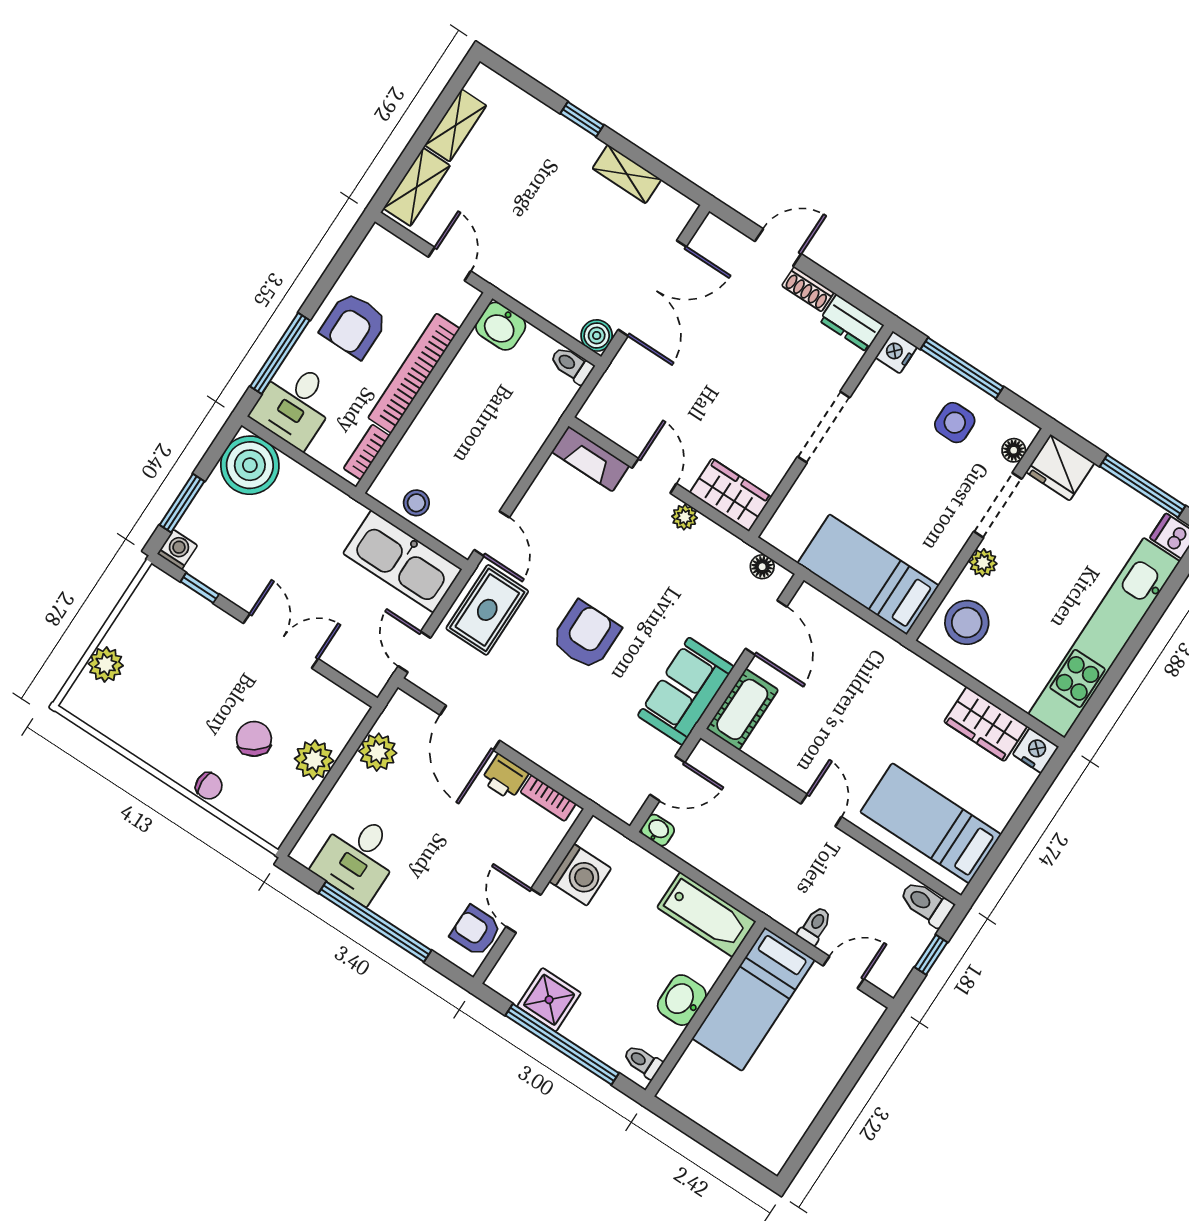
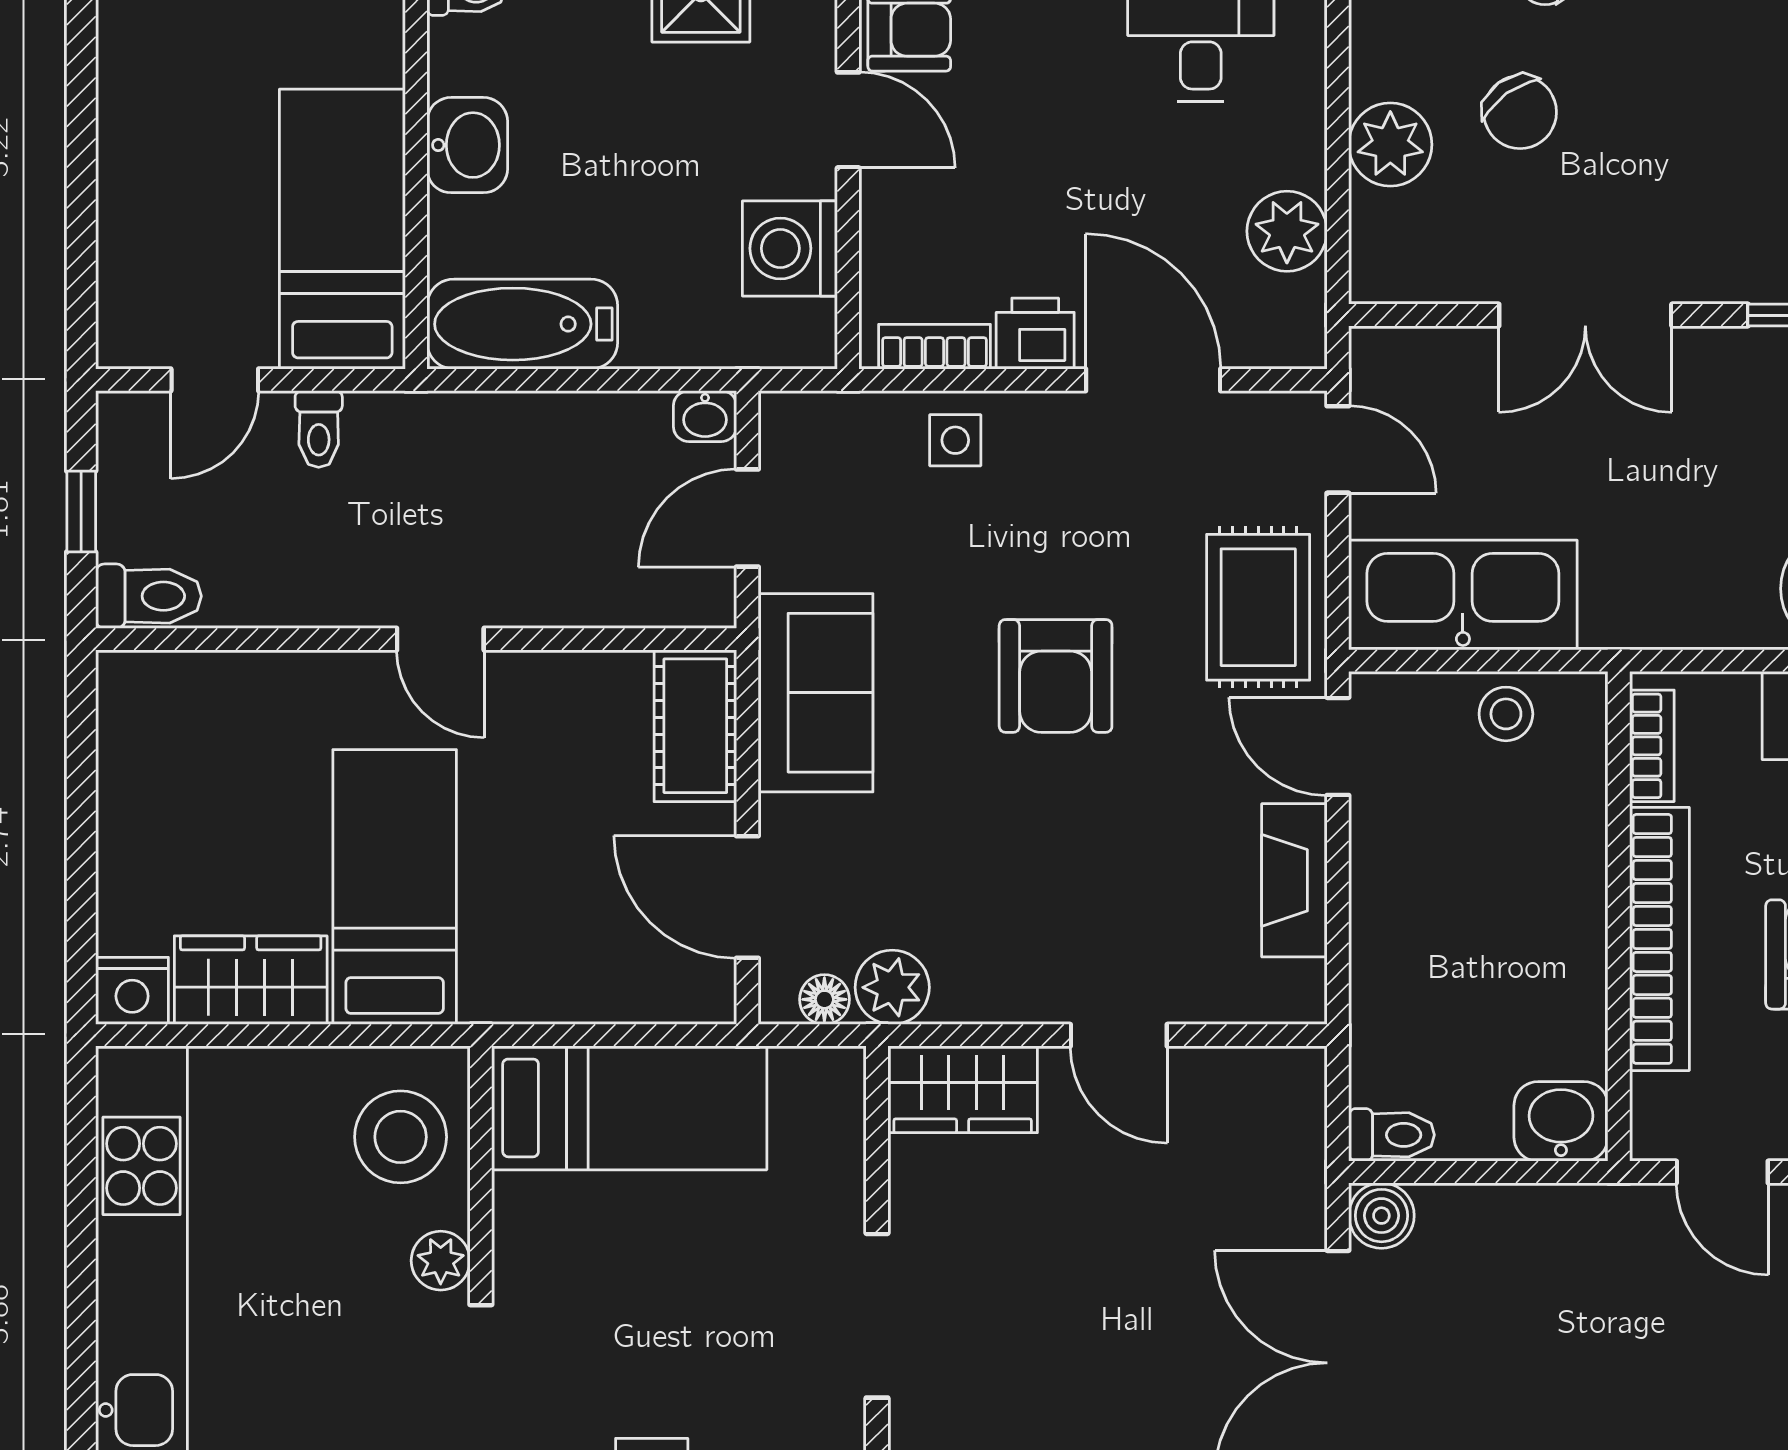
fireplace: (590, 459) -> (1294, 880), moved, turned -90
plant: (685, 517) -> (892, 987), moved, width x1.38, depth x1.38
side table: (564, 755) -> (955, 440), added
bed: (931, 823) -> (395, 887), moved, turned -90

